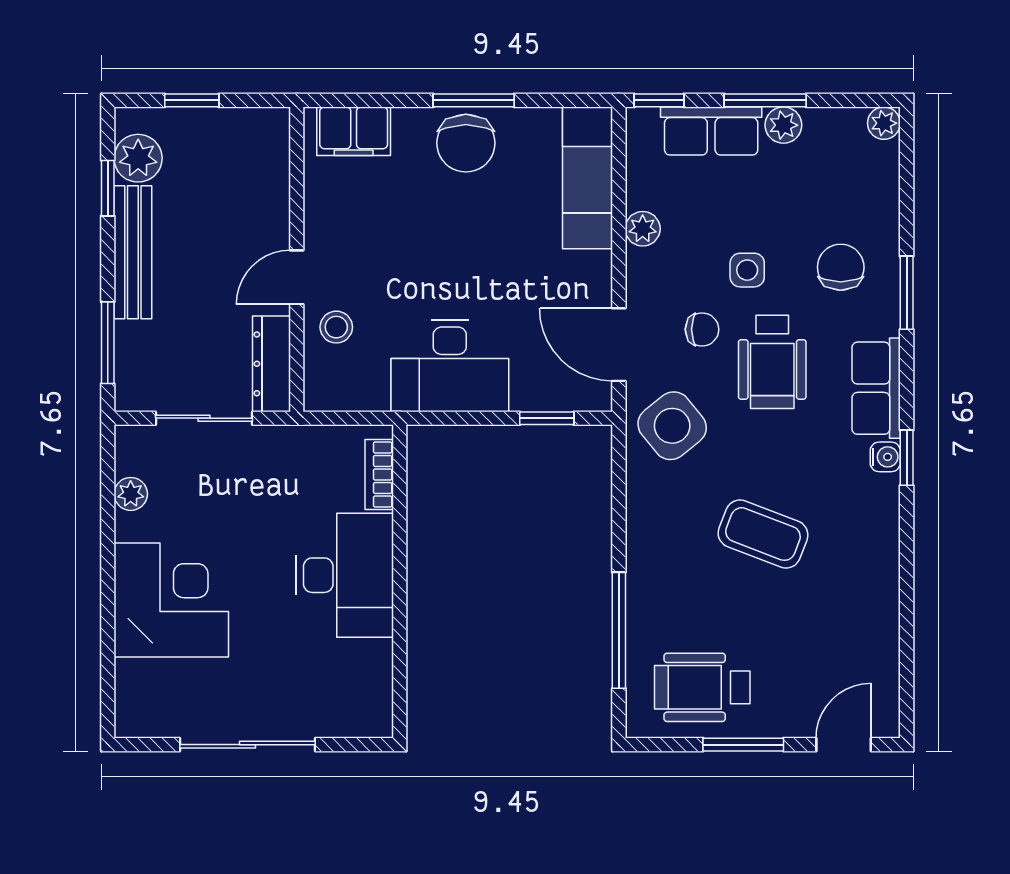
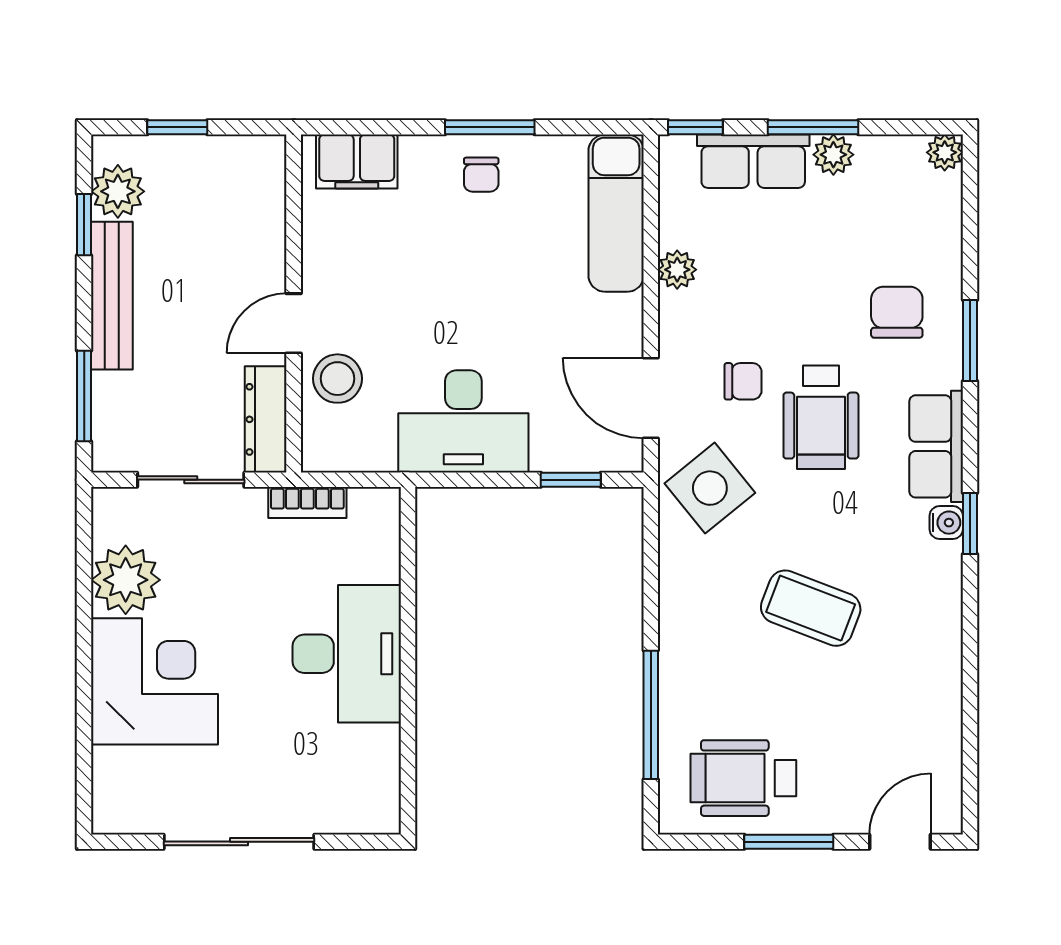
chair: (466, 143) -> (481, 175), width x0.54, depth x0.54
side table: (747, 270) -> (793, 315), removed
stool: (336, 327) -> (337, 379), width x1.37, depth x1.37
bookcase: (379, 474) -> (307, 502), moved, turned -90
plant: (131, 494) -> (126, 580), width x1.88, depth x1.88

